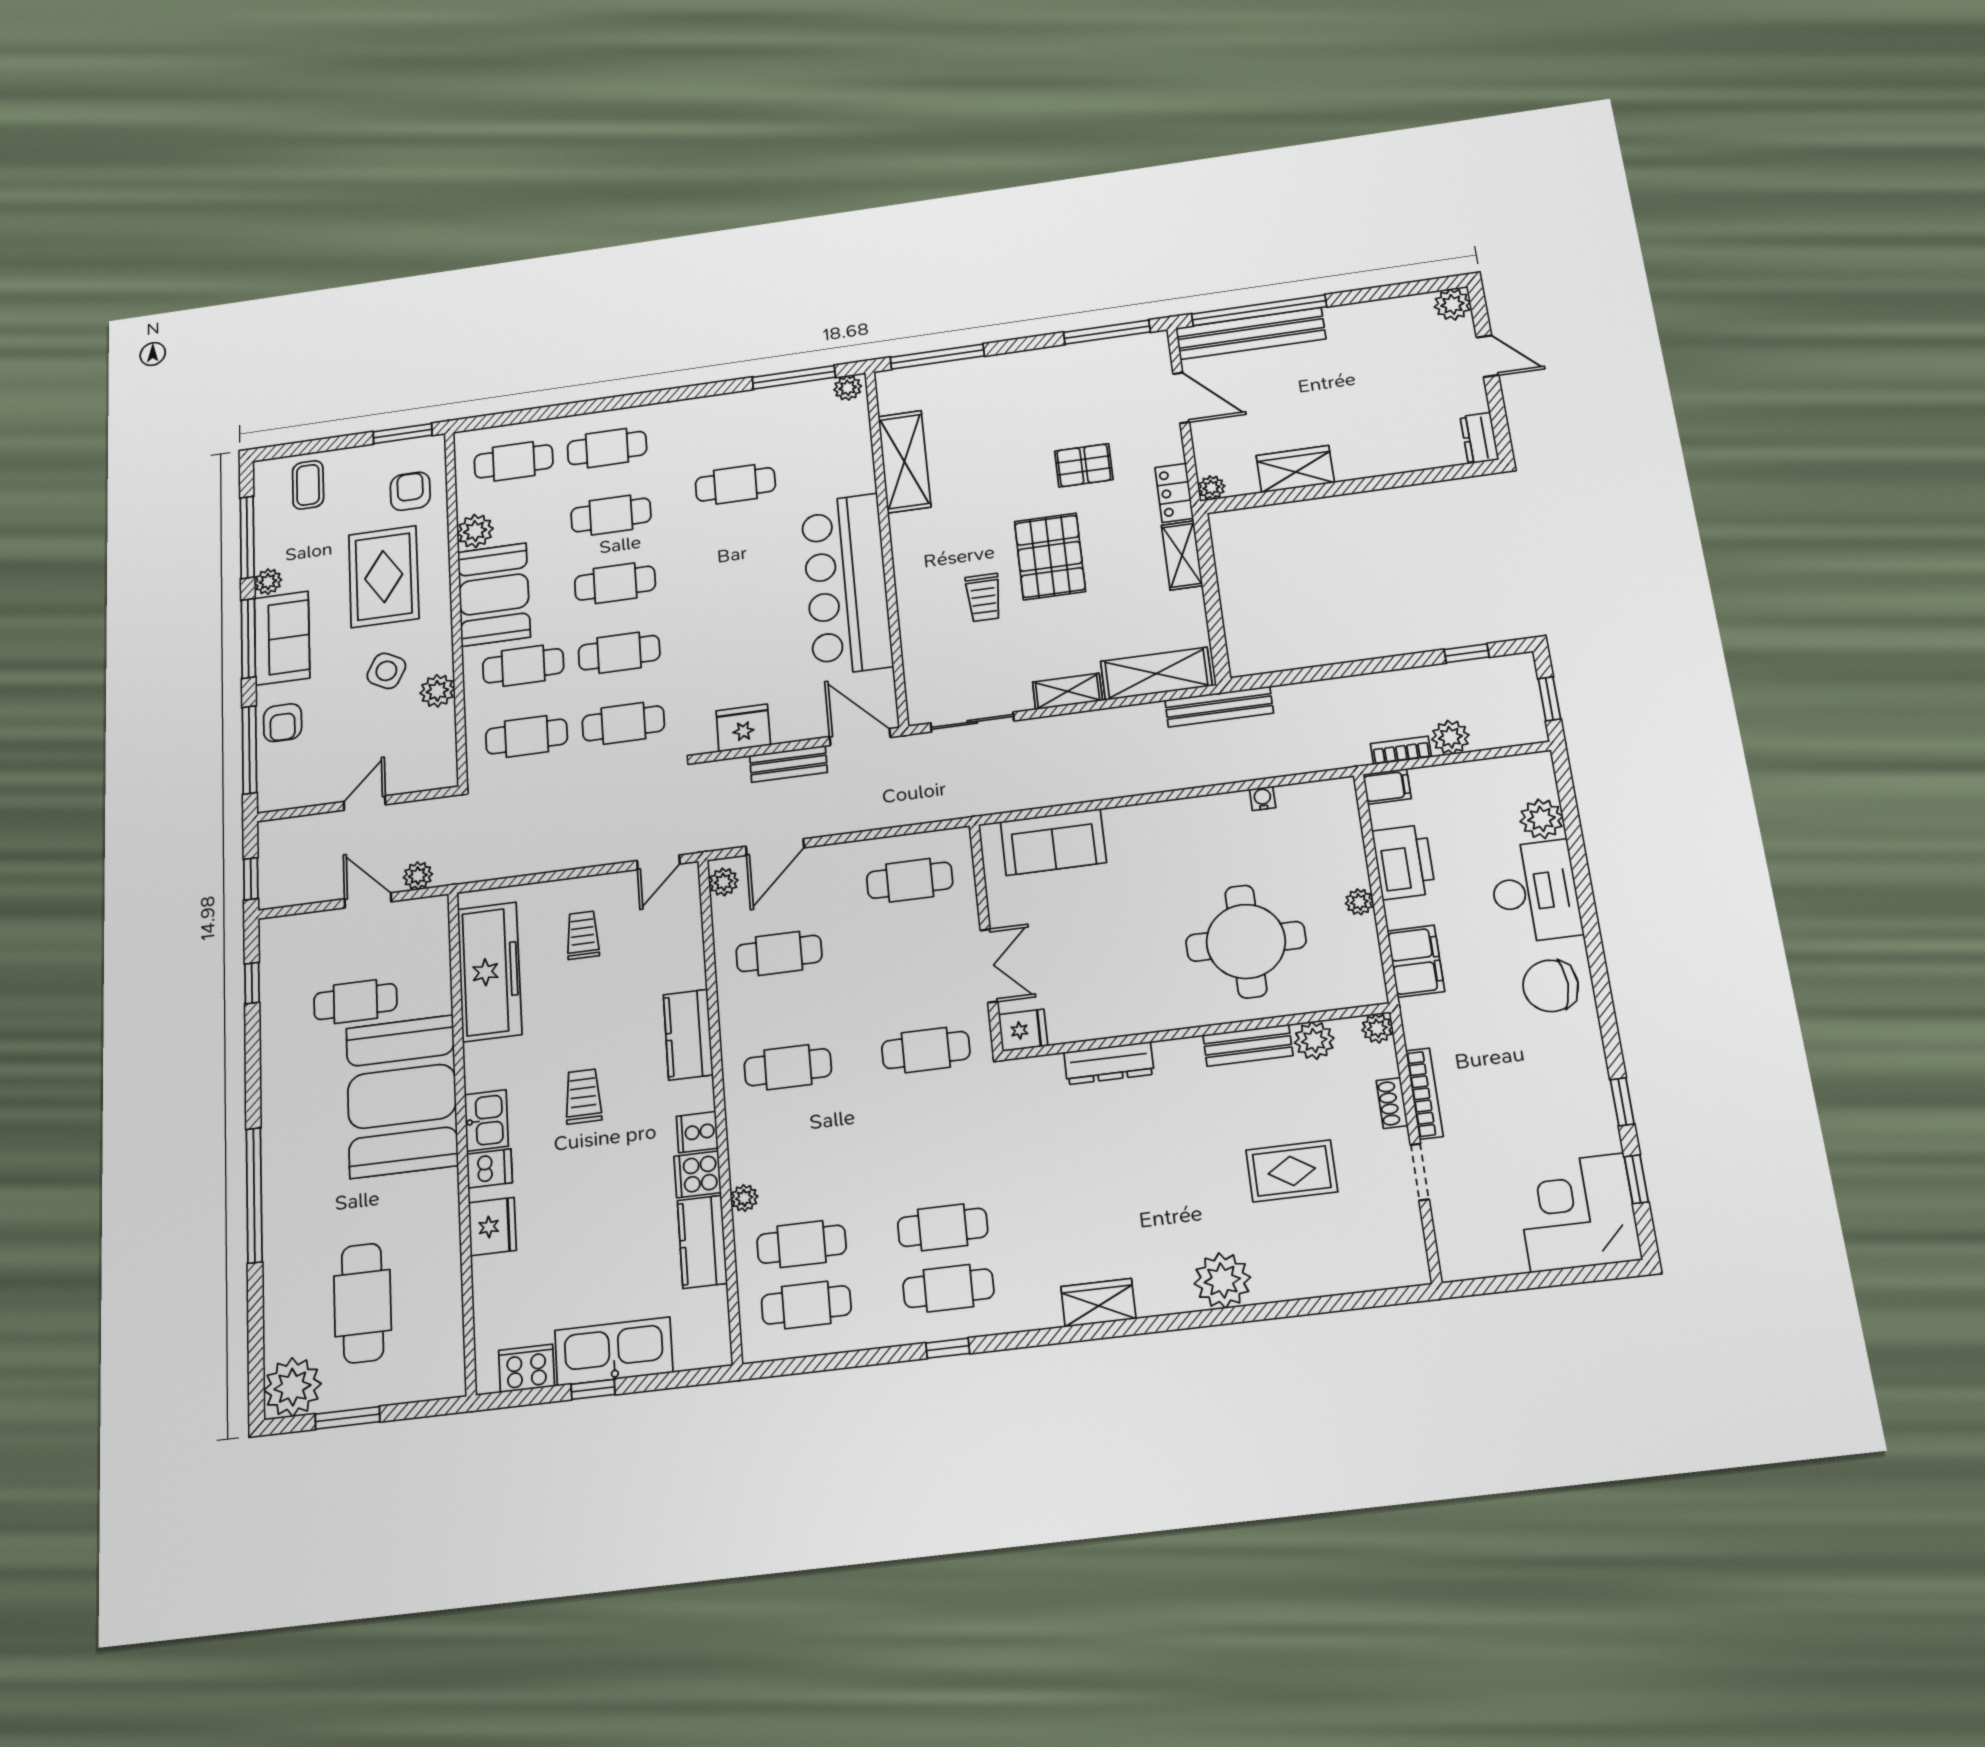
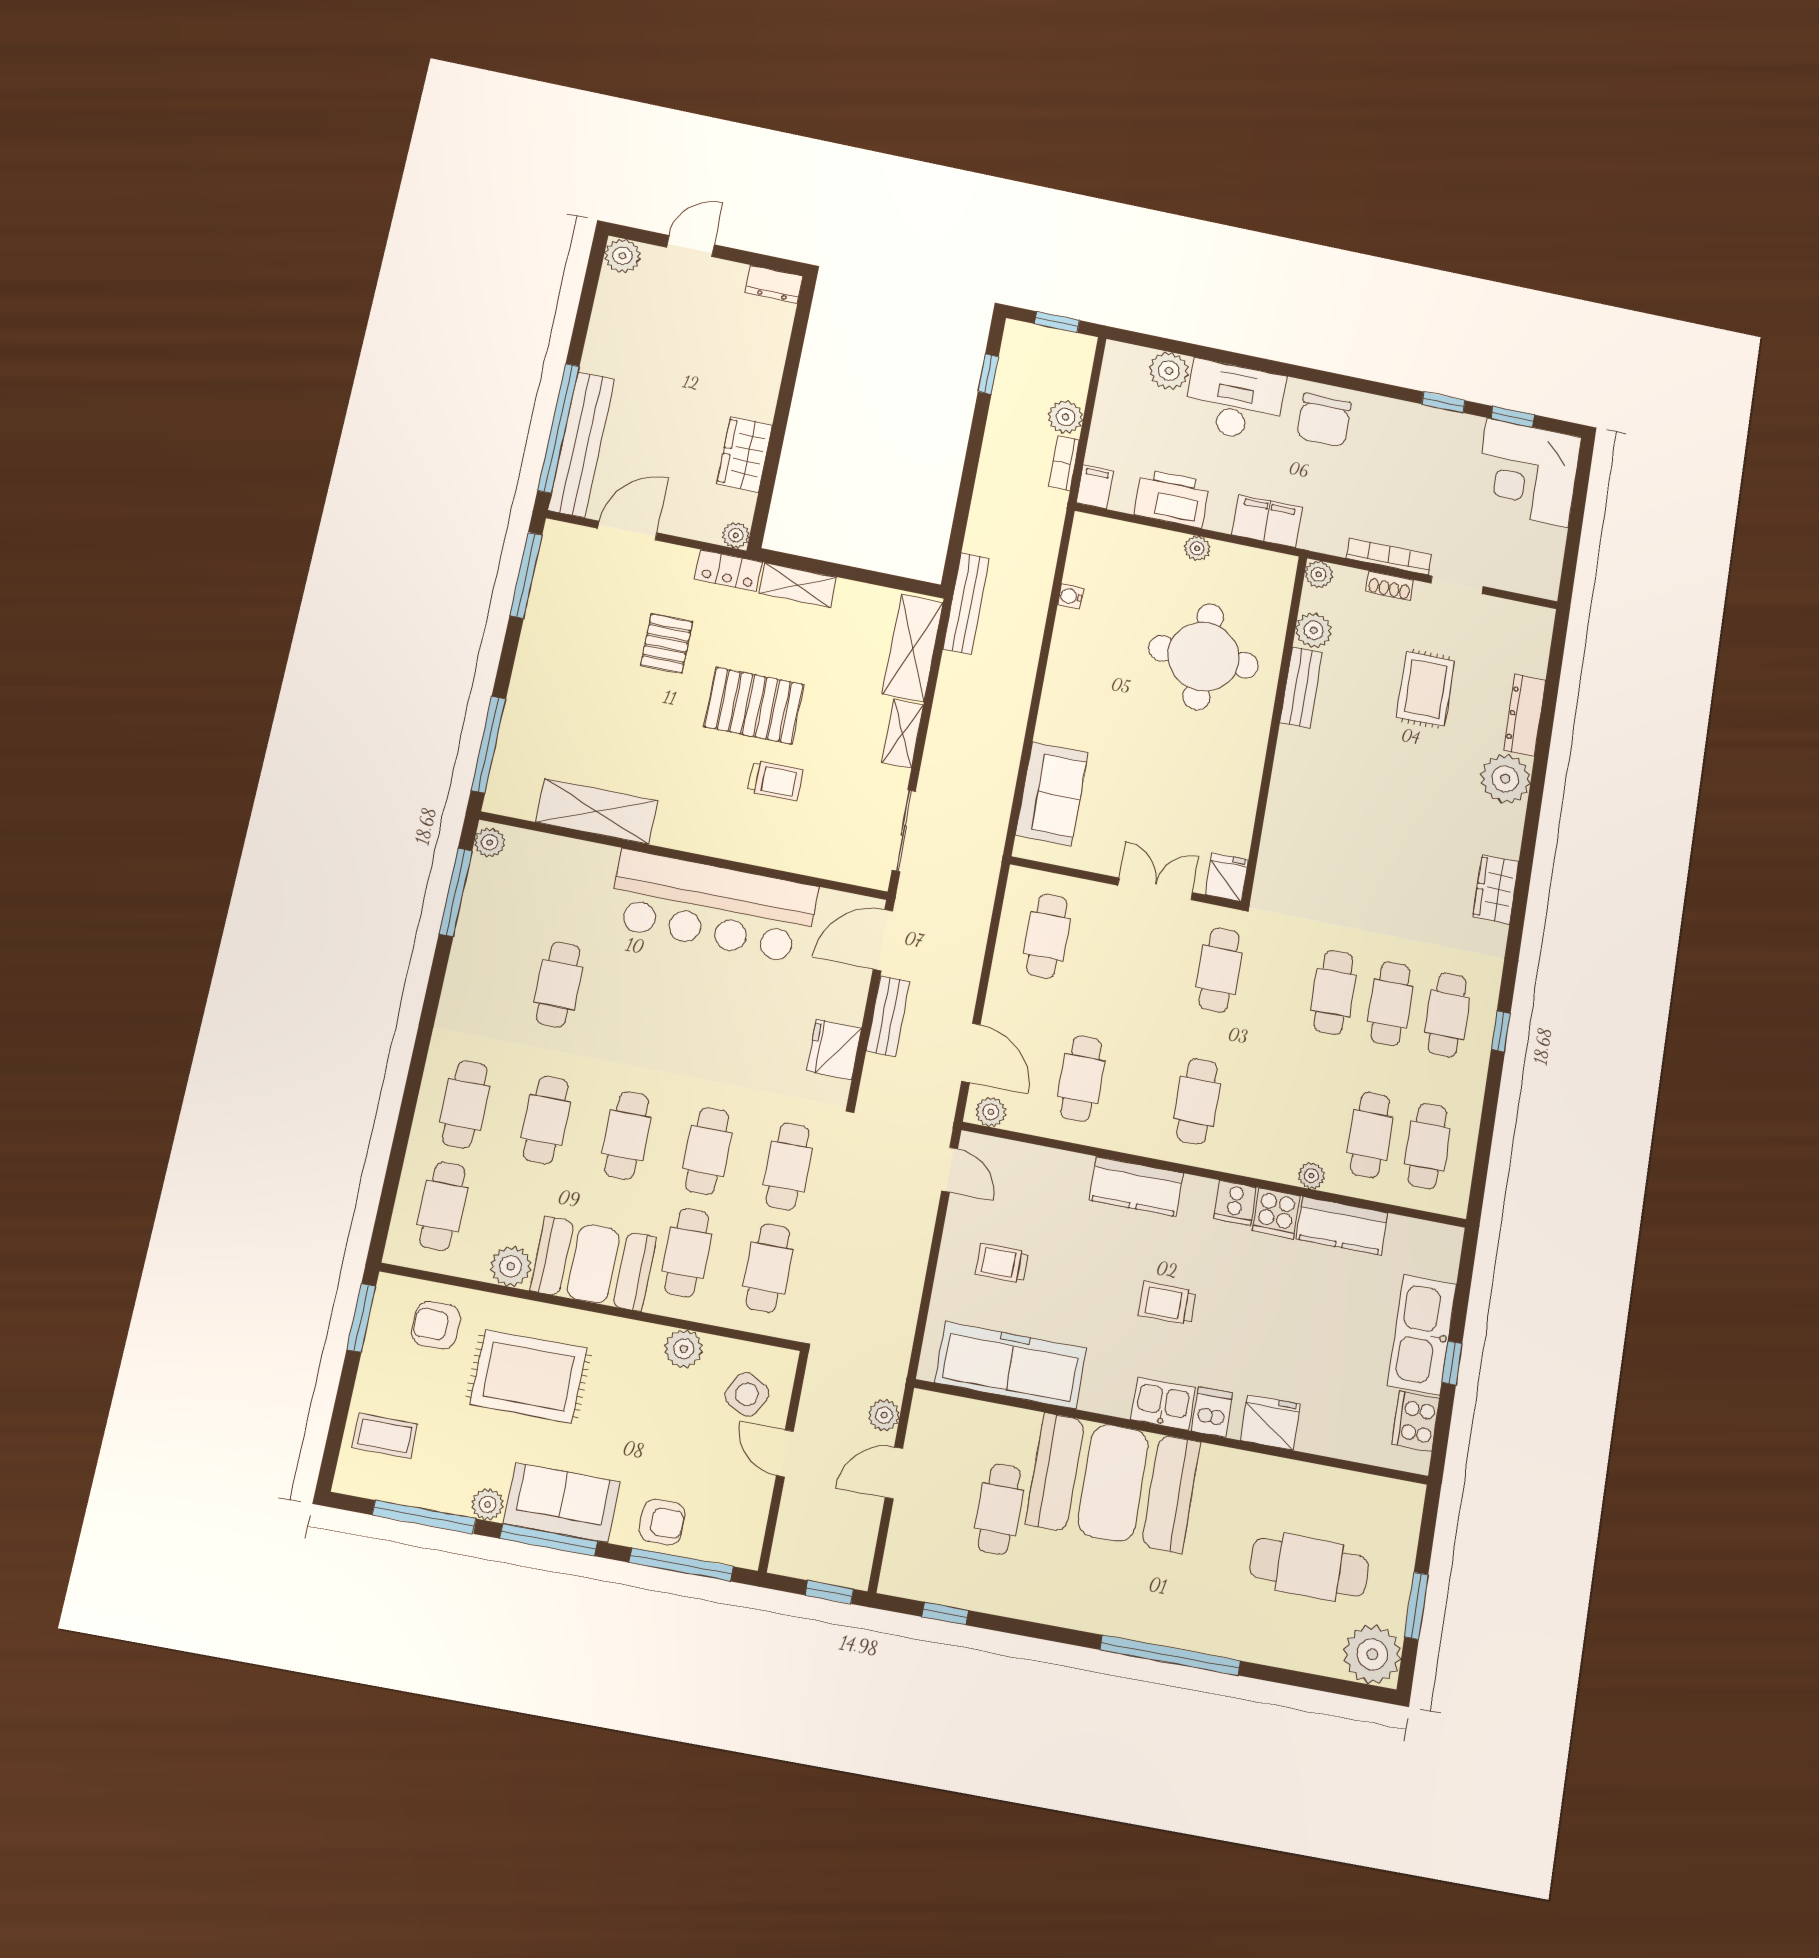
side table: (386, 671) -> (747, 1394), moved
dresser: (1109, 1063) -> (1525, 715), moved, turned 180
cafe table: (937, 1167) -> (1333, 993), added

